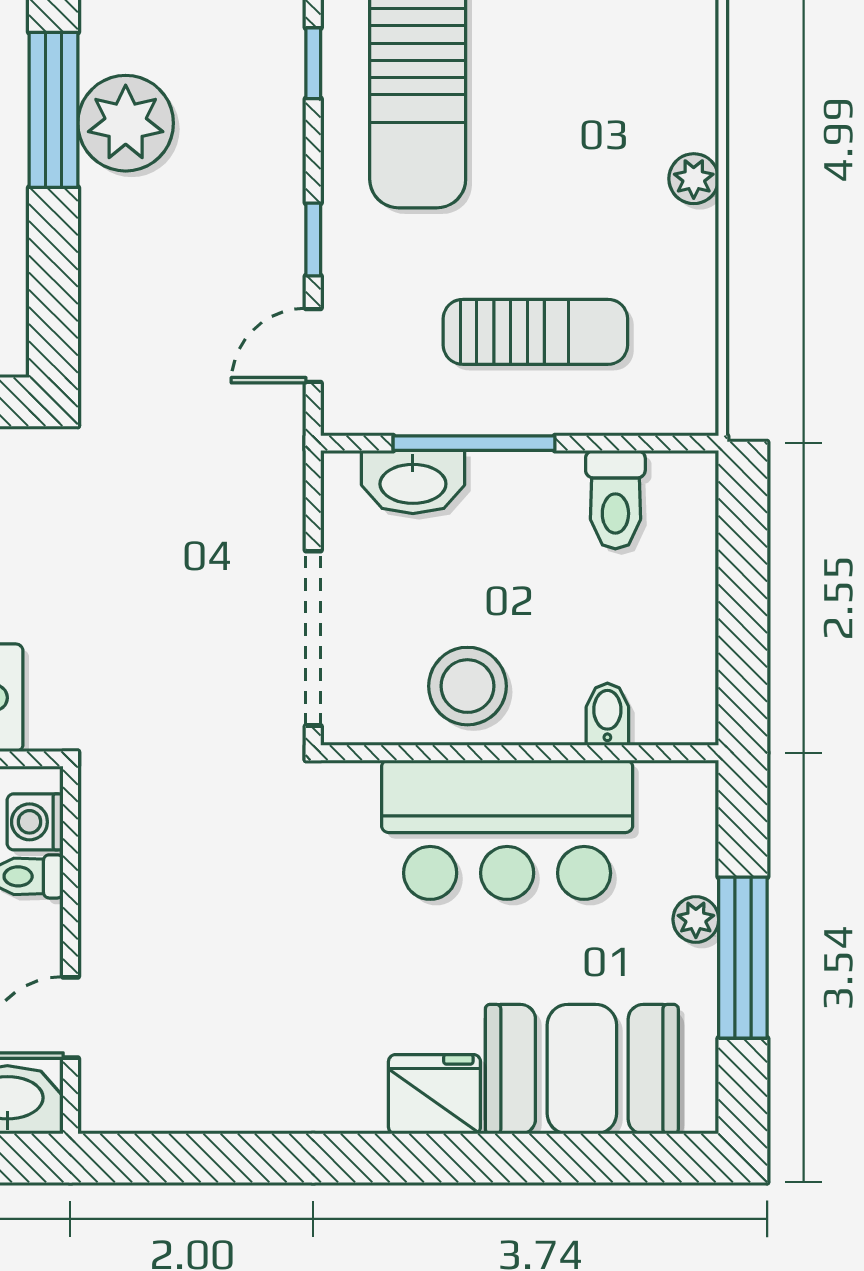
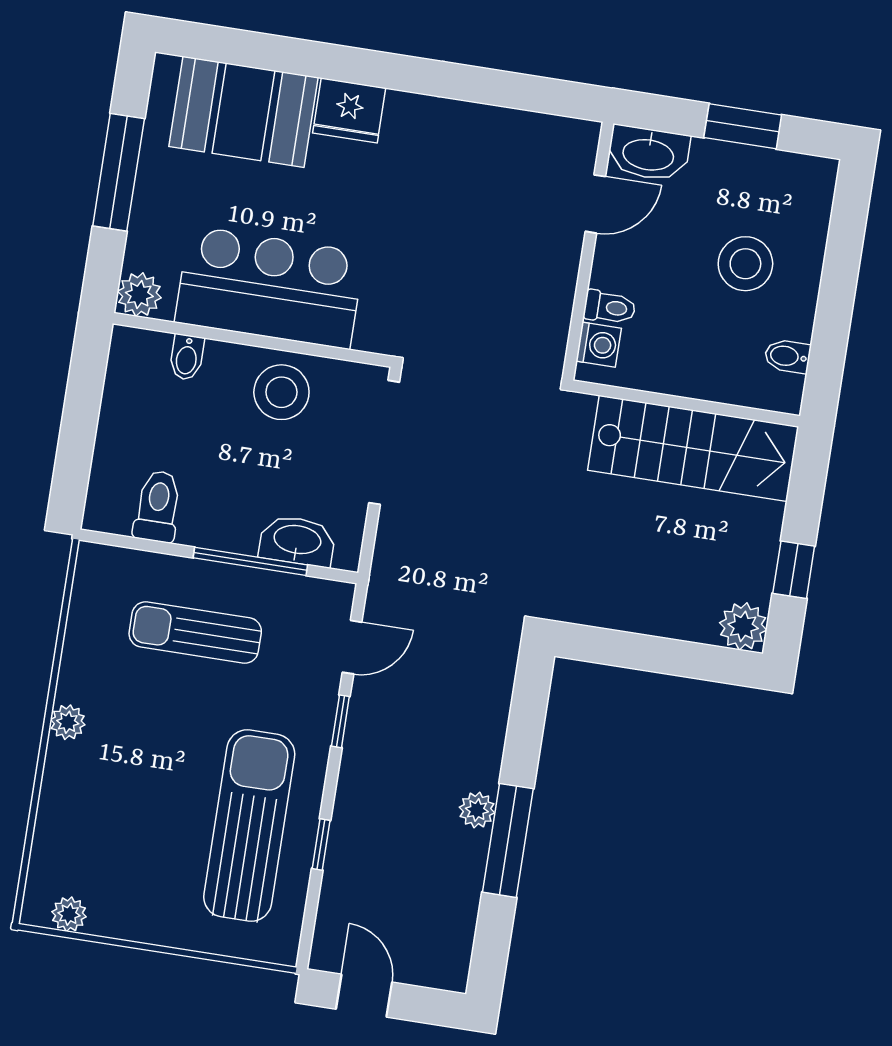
plant: (126, 123) -> (477, 810), width x0.53, depth x0.53
plant: (696, 919) -> (139, 294), moved, width x1.38, depth x1.38

